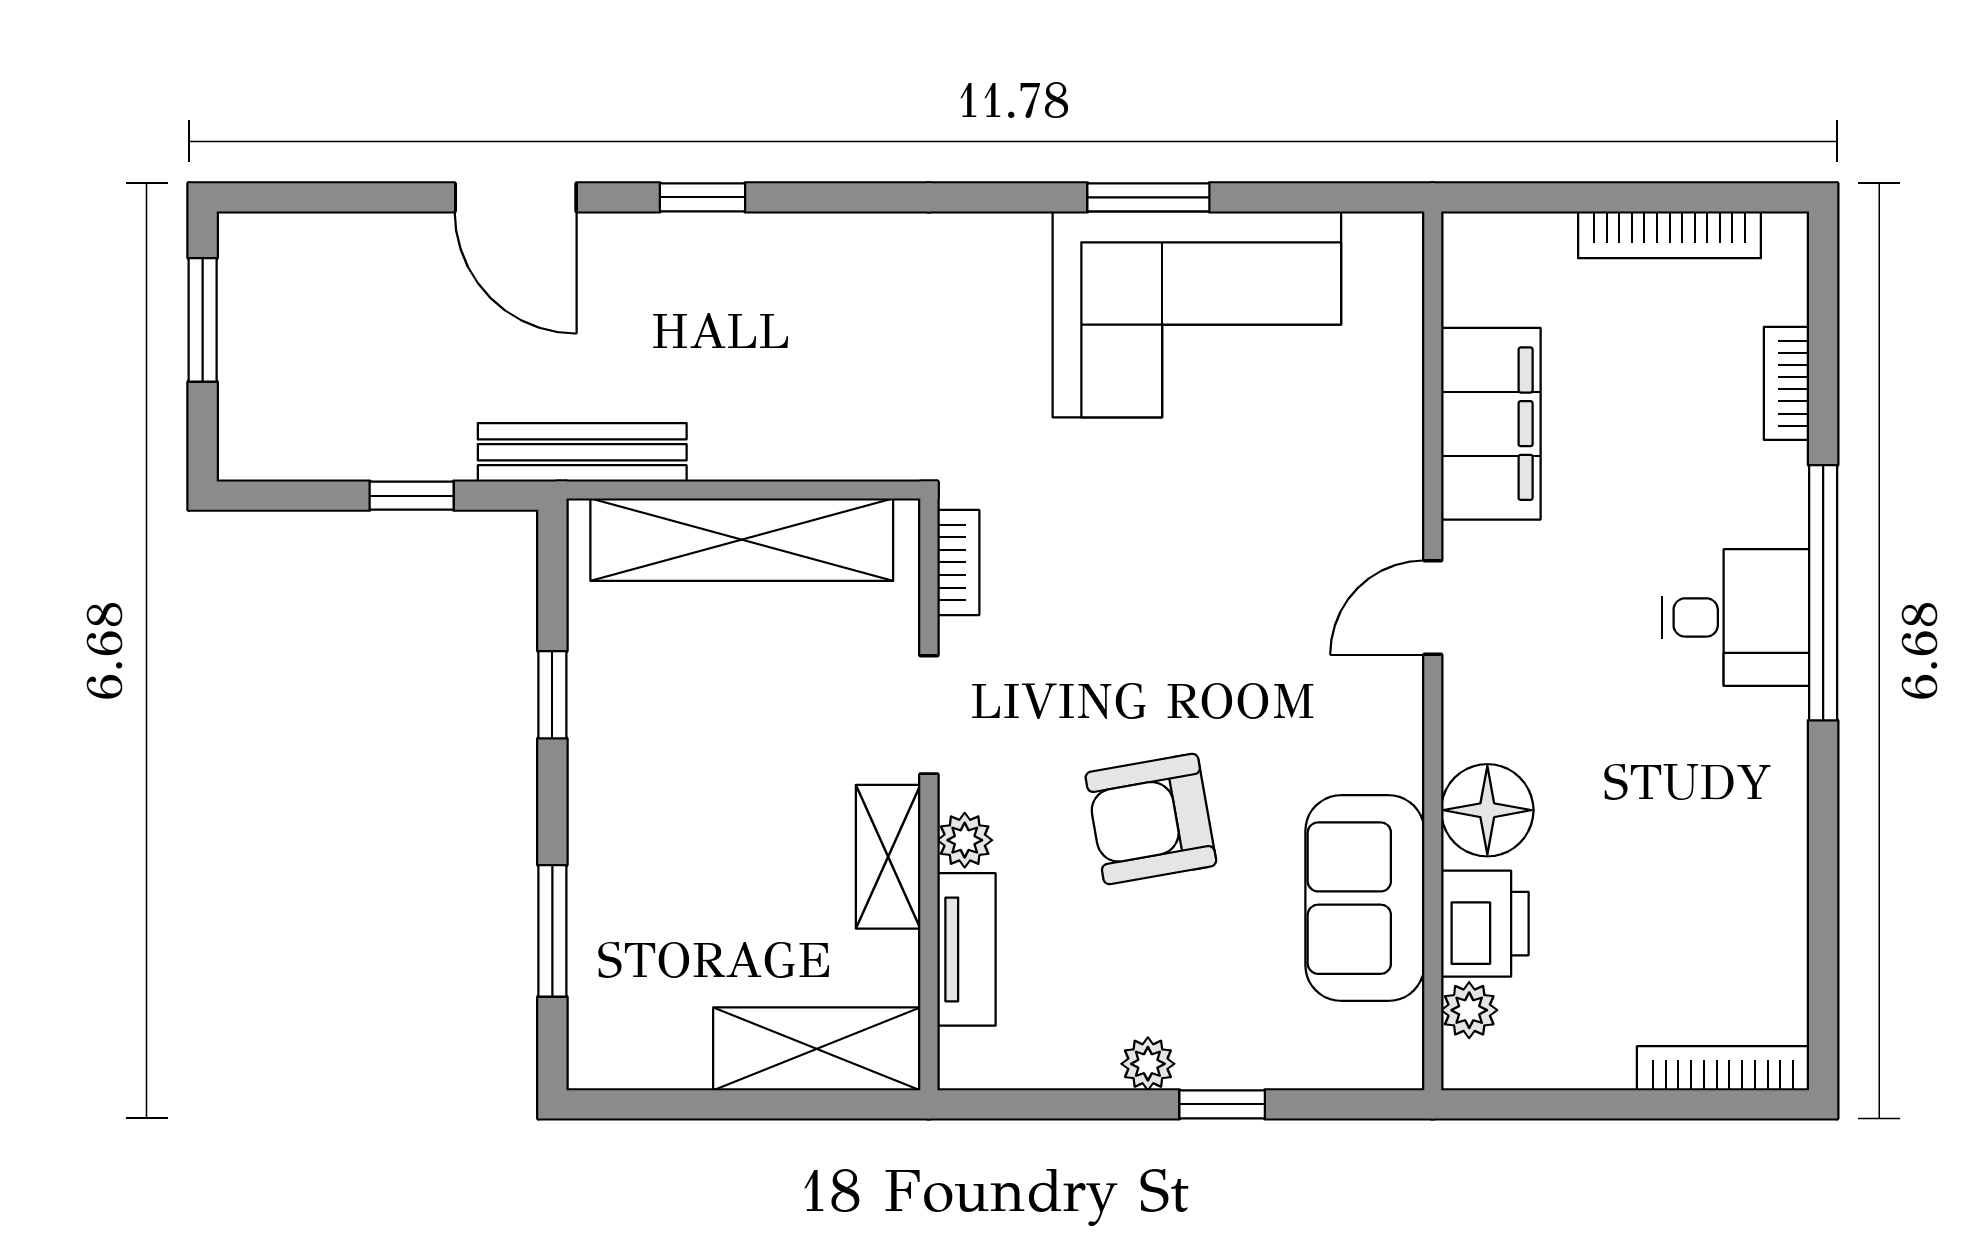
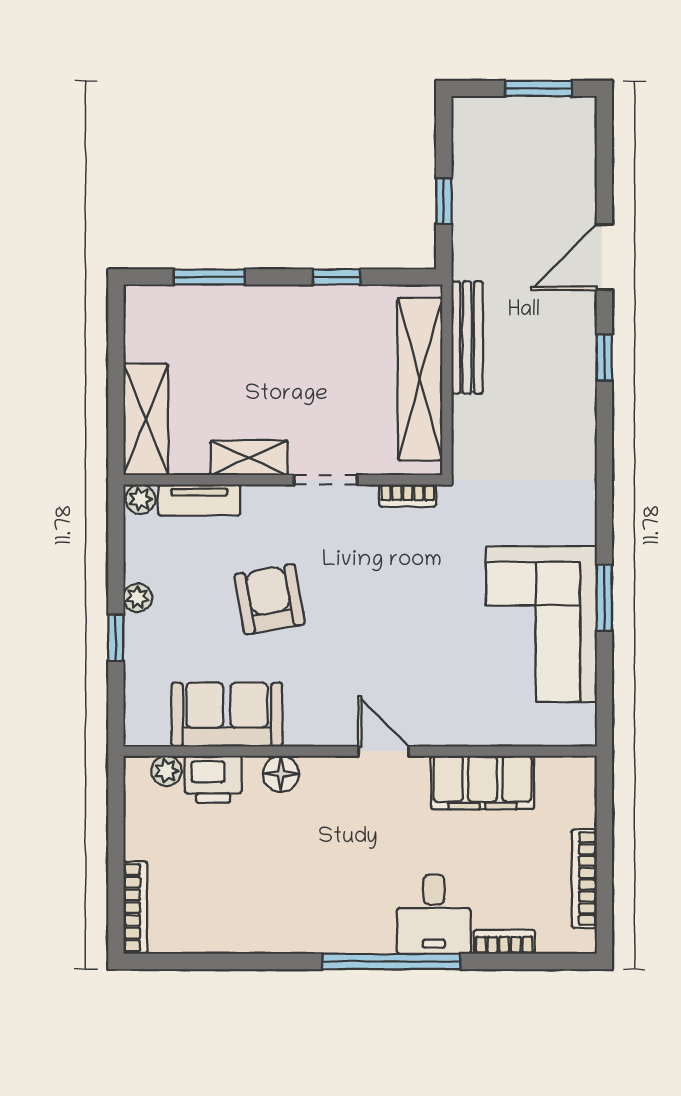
bench: (582, 452) -> (467, 337), moved
desk: (1735, 617) -> (434, 914), moved
floor lamp: (1487, 810) -> (281, 774), width x0.73, depth x0.73
plant: (965, 840) -> (140, 499), moved

